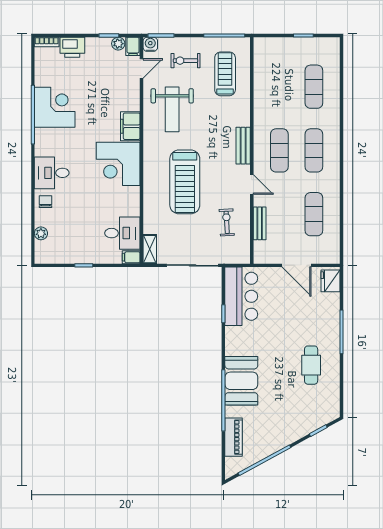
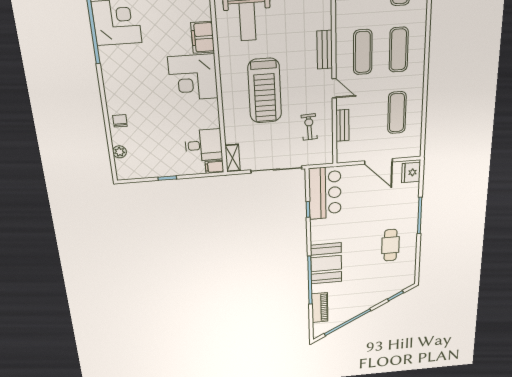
desk: (52, 173) -> (123, 92), removed

